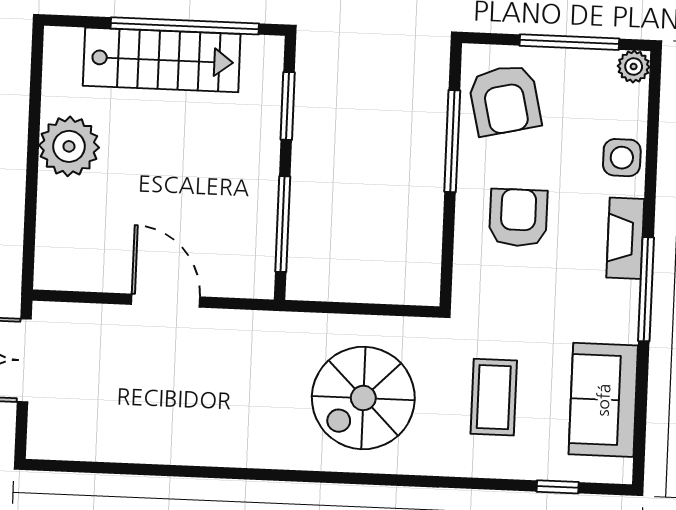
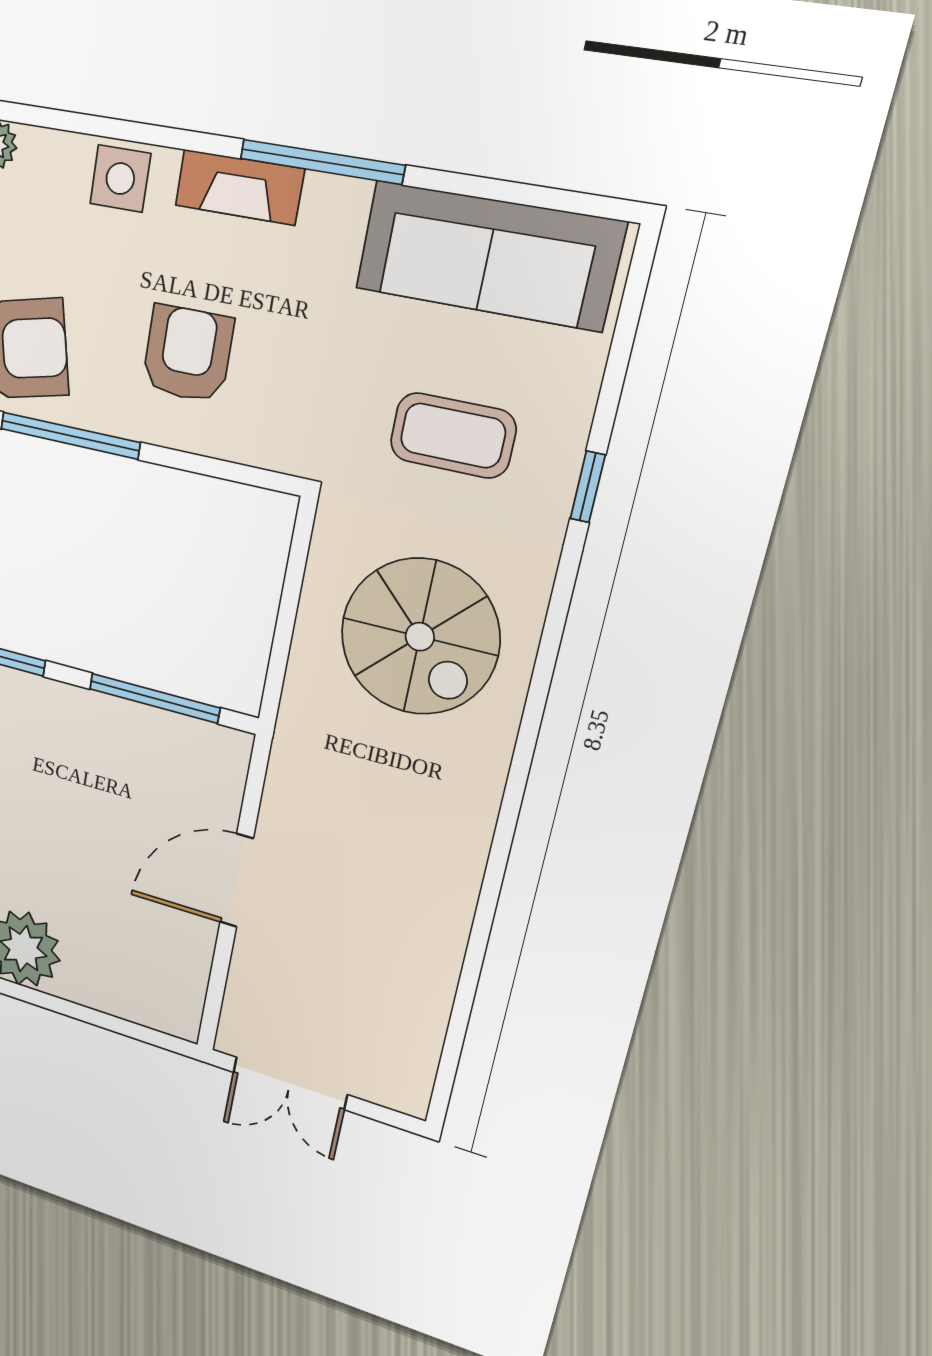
armchair: (518, 218) -> (188, 354), turned 90
sofa: (603, 400) -> (488, 256), width x1.36
window: (558, 487) -> (588, 487), moved

